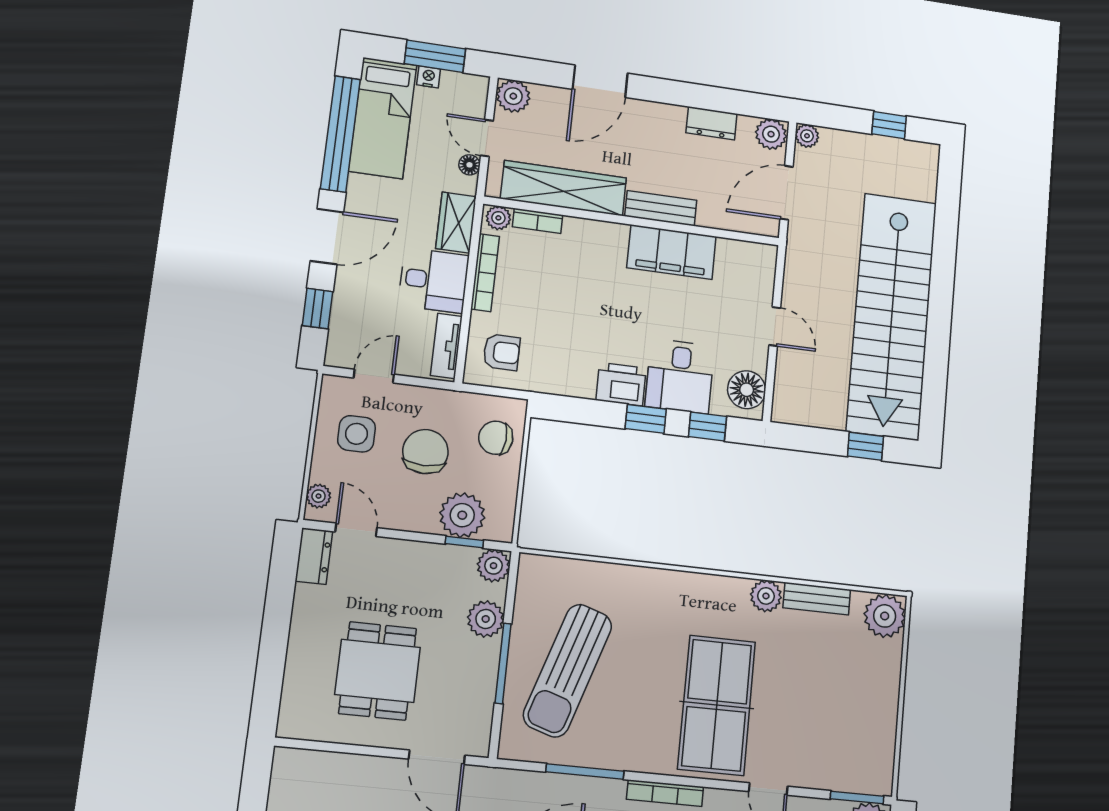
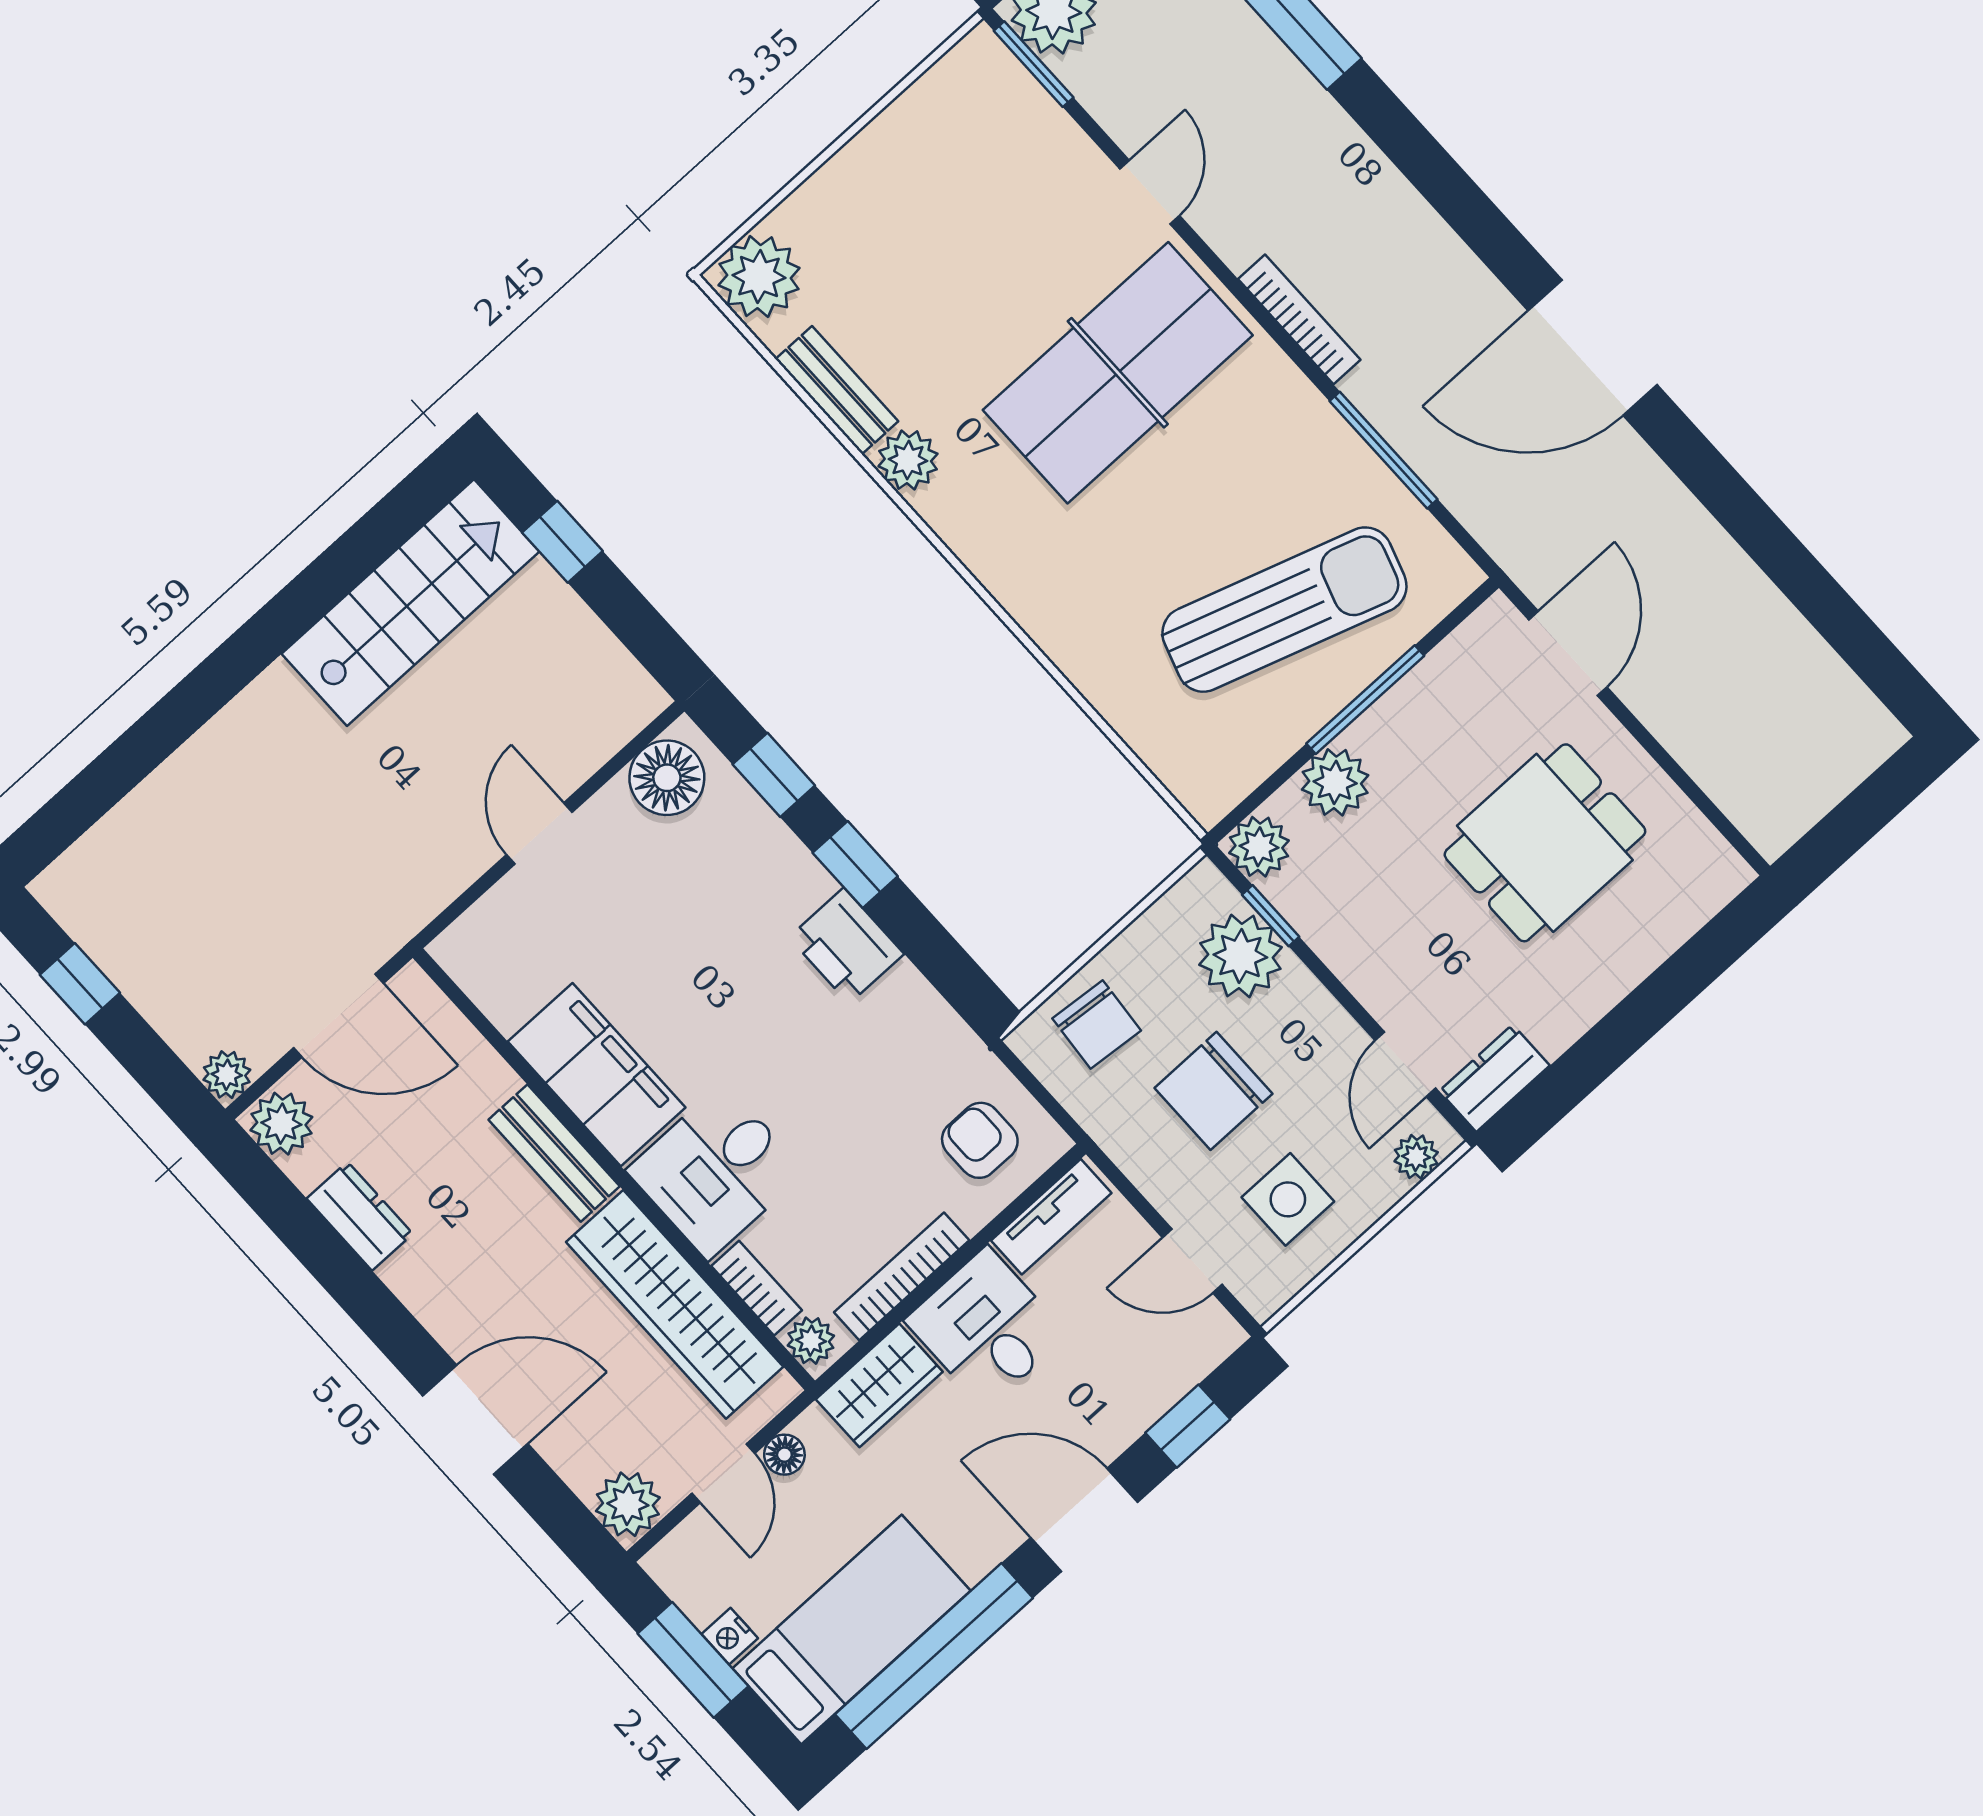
stairs: (892, 316) -> (410, 603), width x0.54, depth x0.66
desk: (680, 376) -> (716, 1171), moved, turned 180

